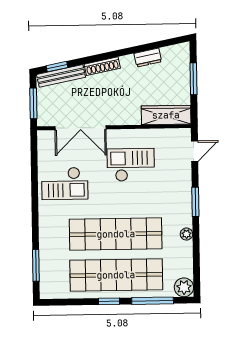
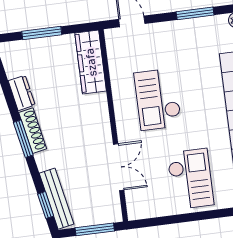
window: (111, 55) -> (23, 139), added
shoe rack: (102, 66) -> (33, 131), moved
double door: (80, 128) -> (119, 167), width x0.73

